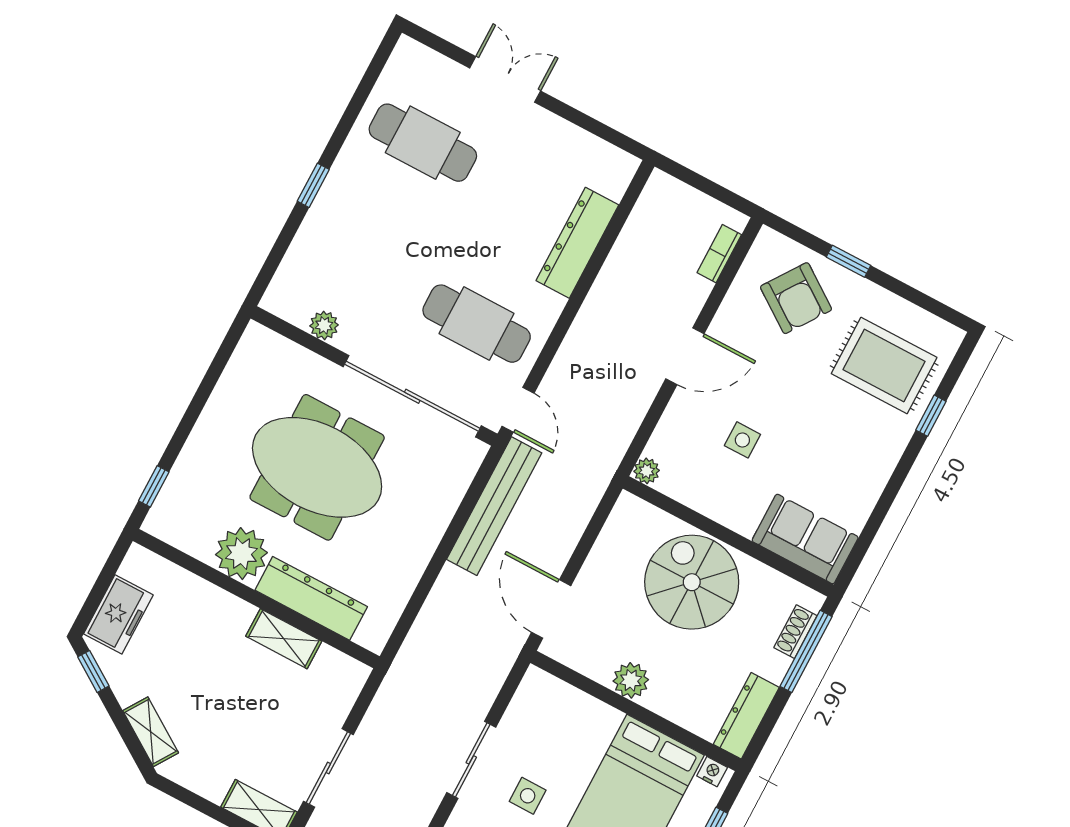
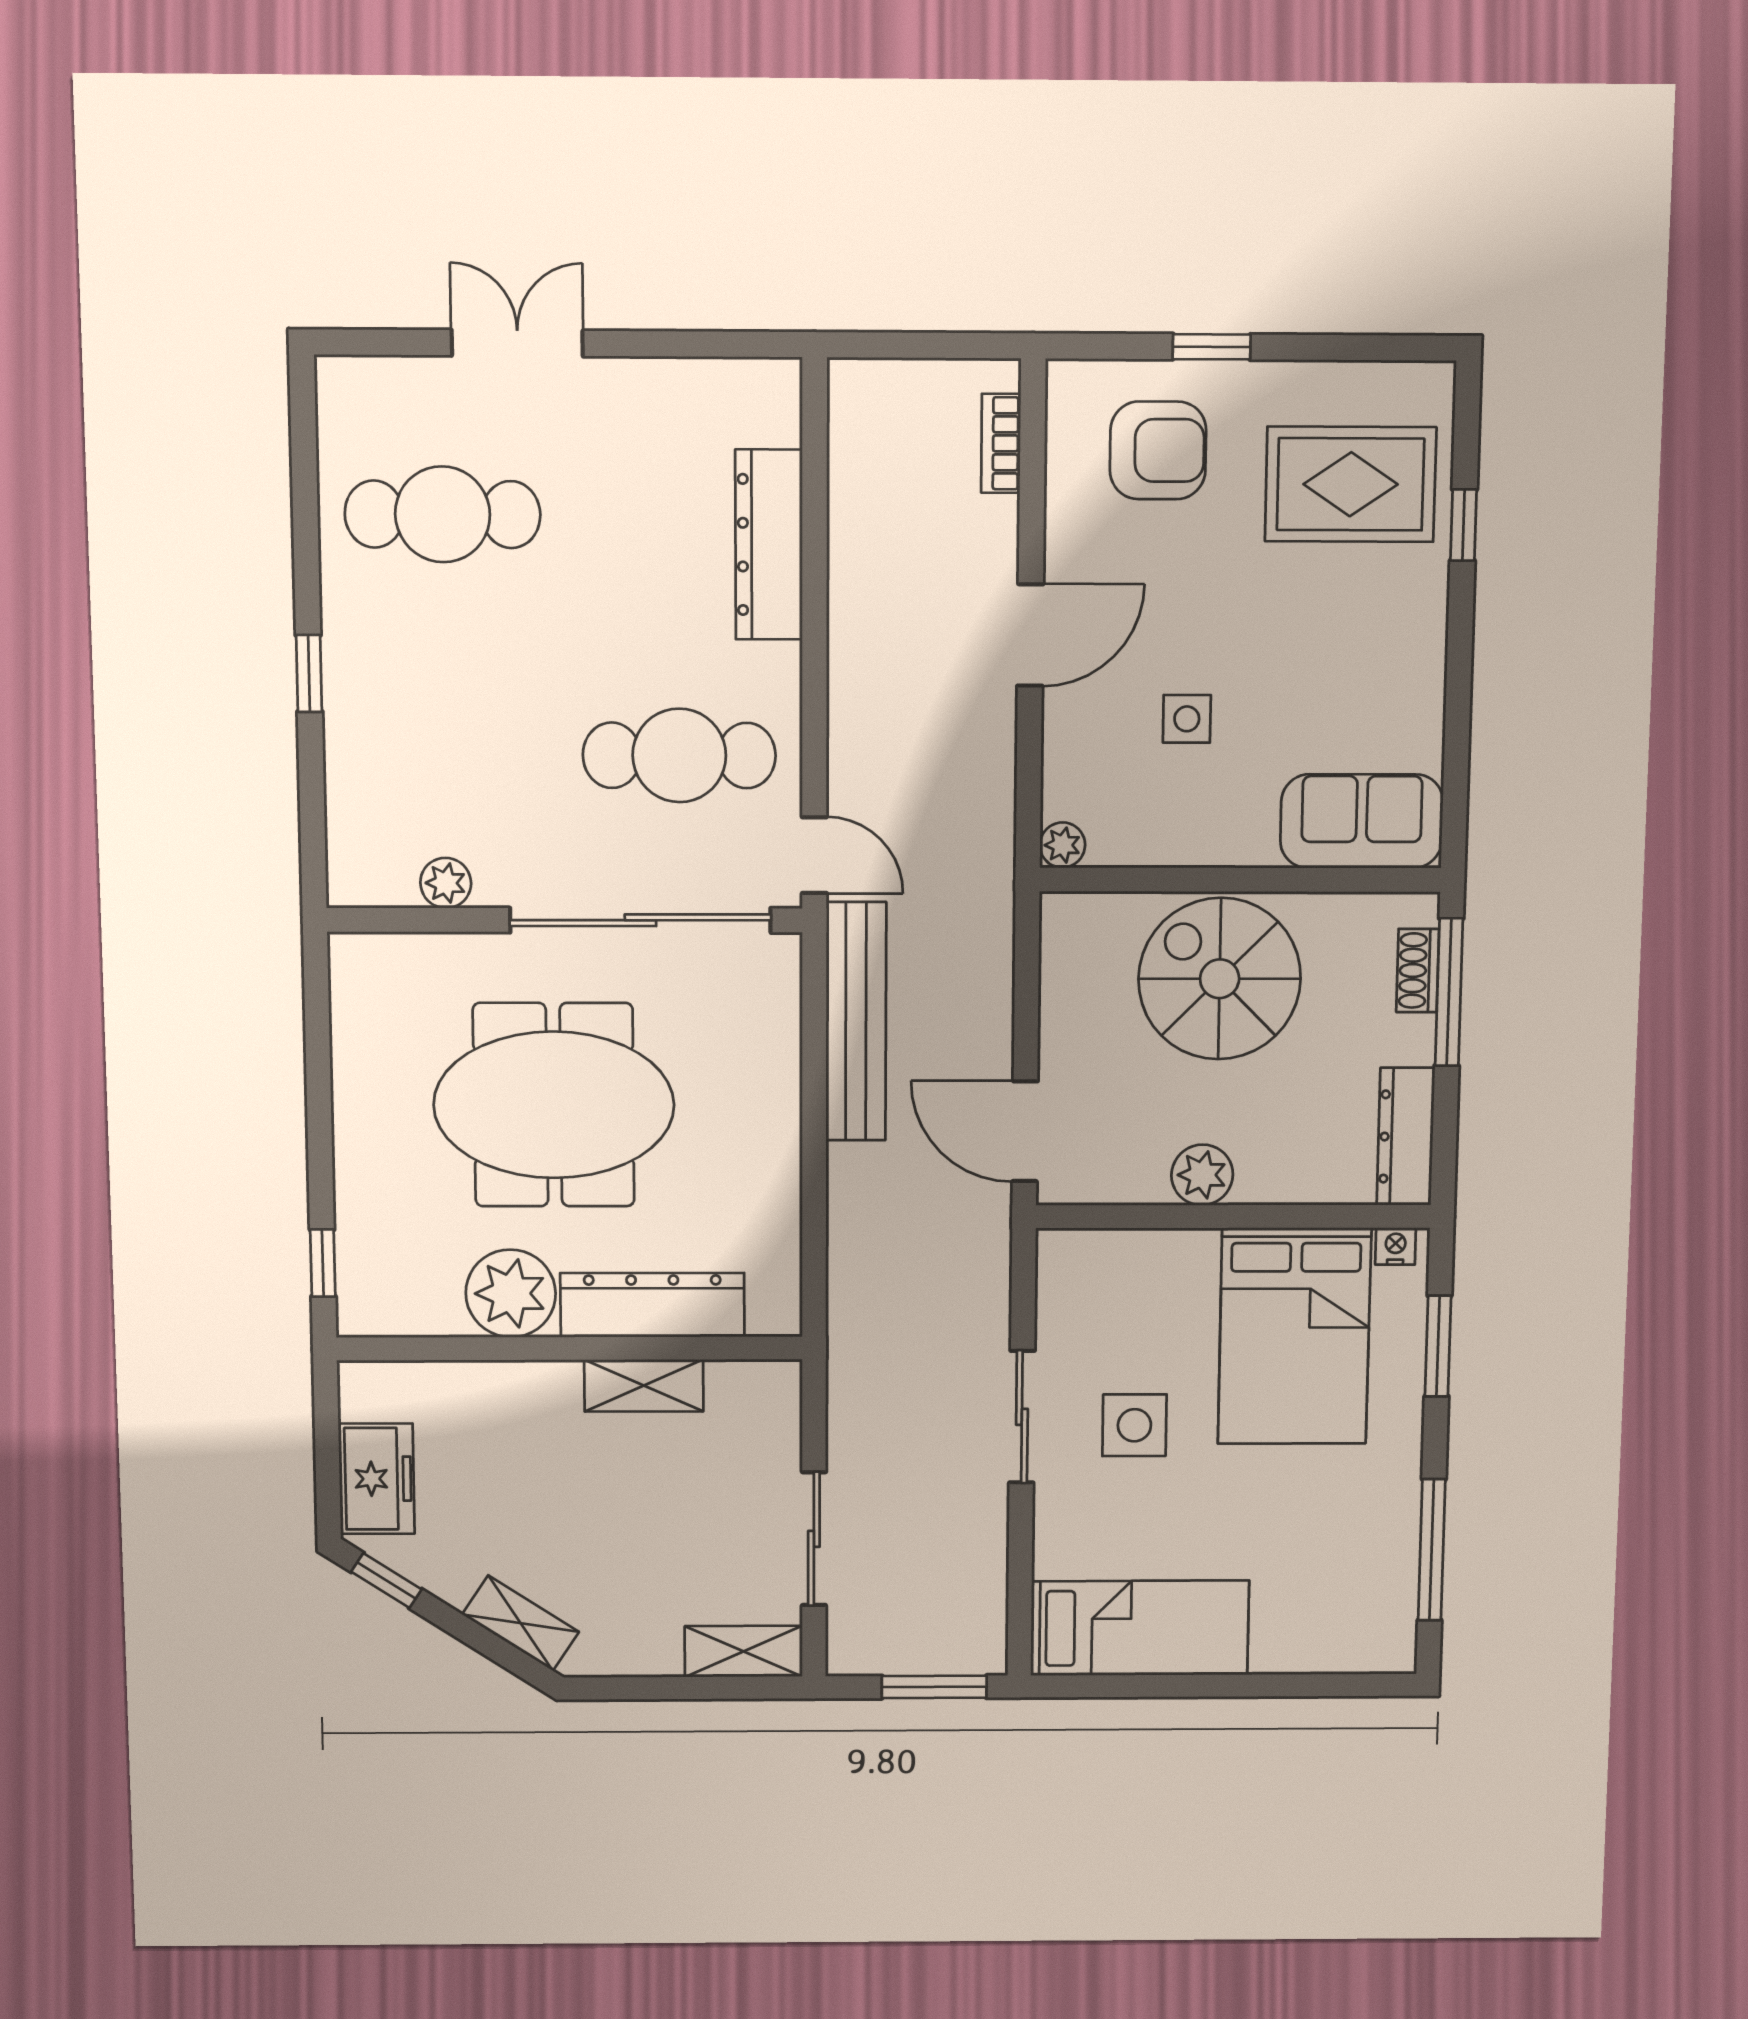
armchair: (796, 298) -> (1158, 450), turned -35
side table: (528, 796) -> (1134, 1425), width x1.37, depth x1.37

